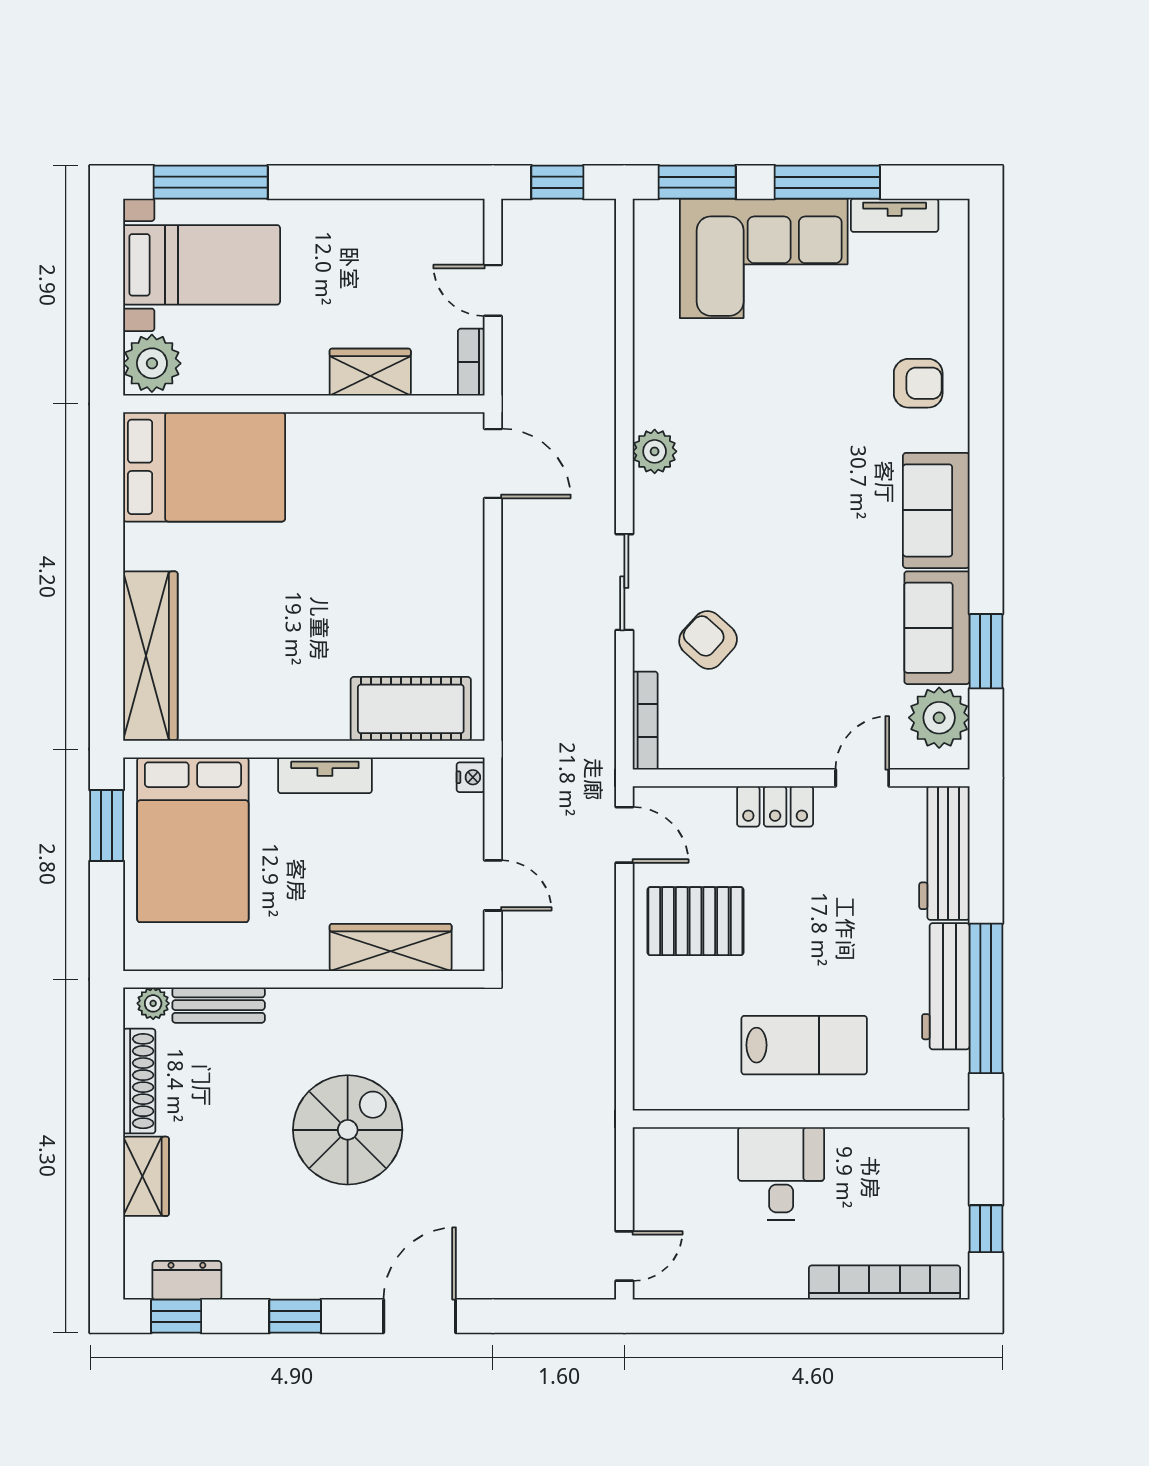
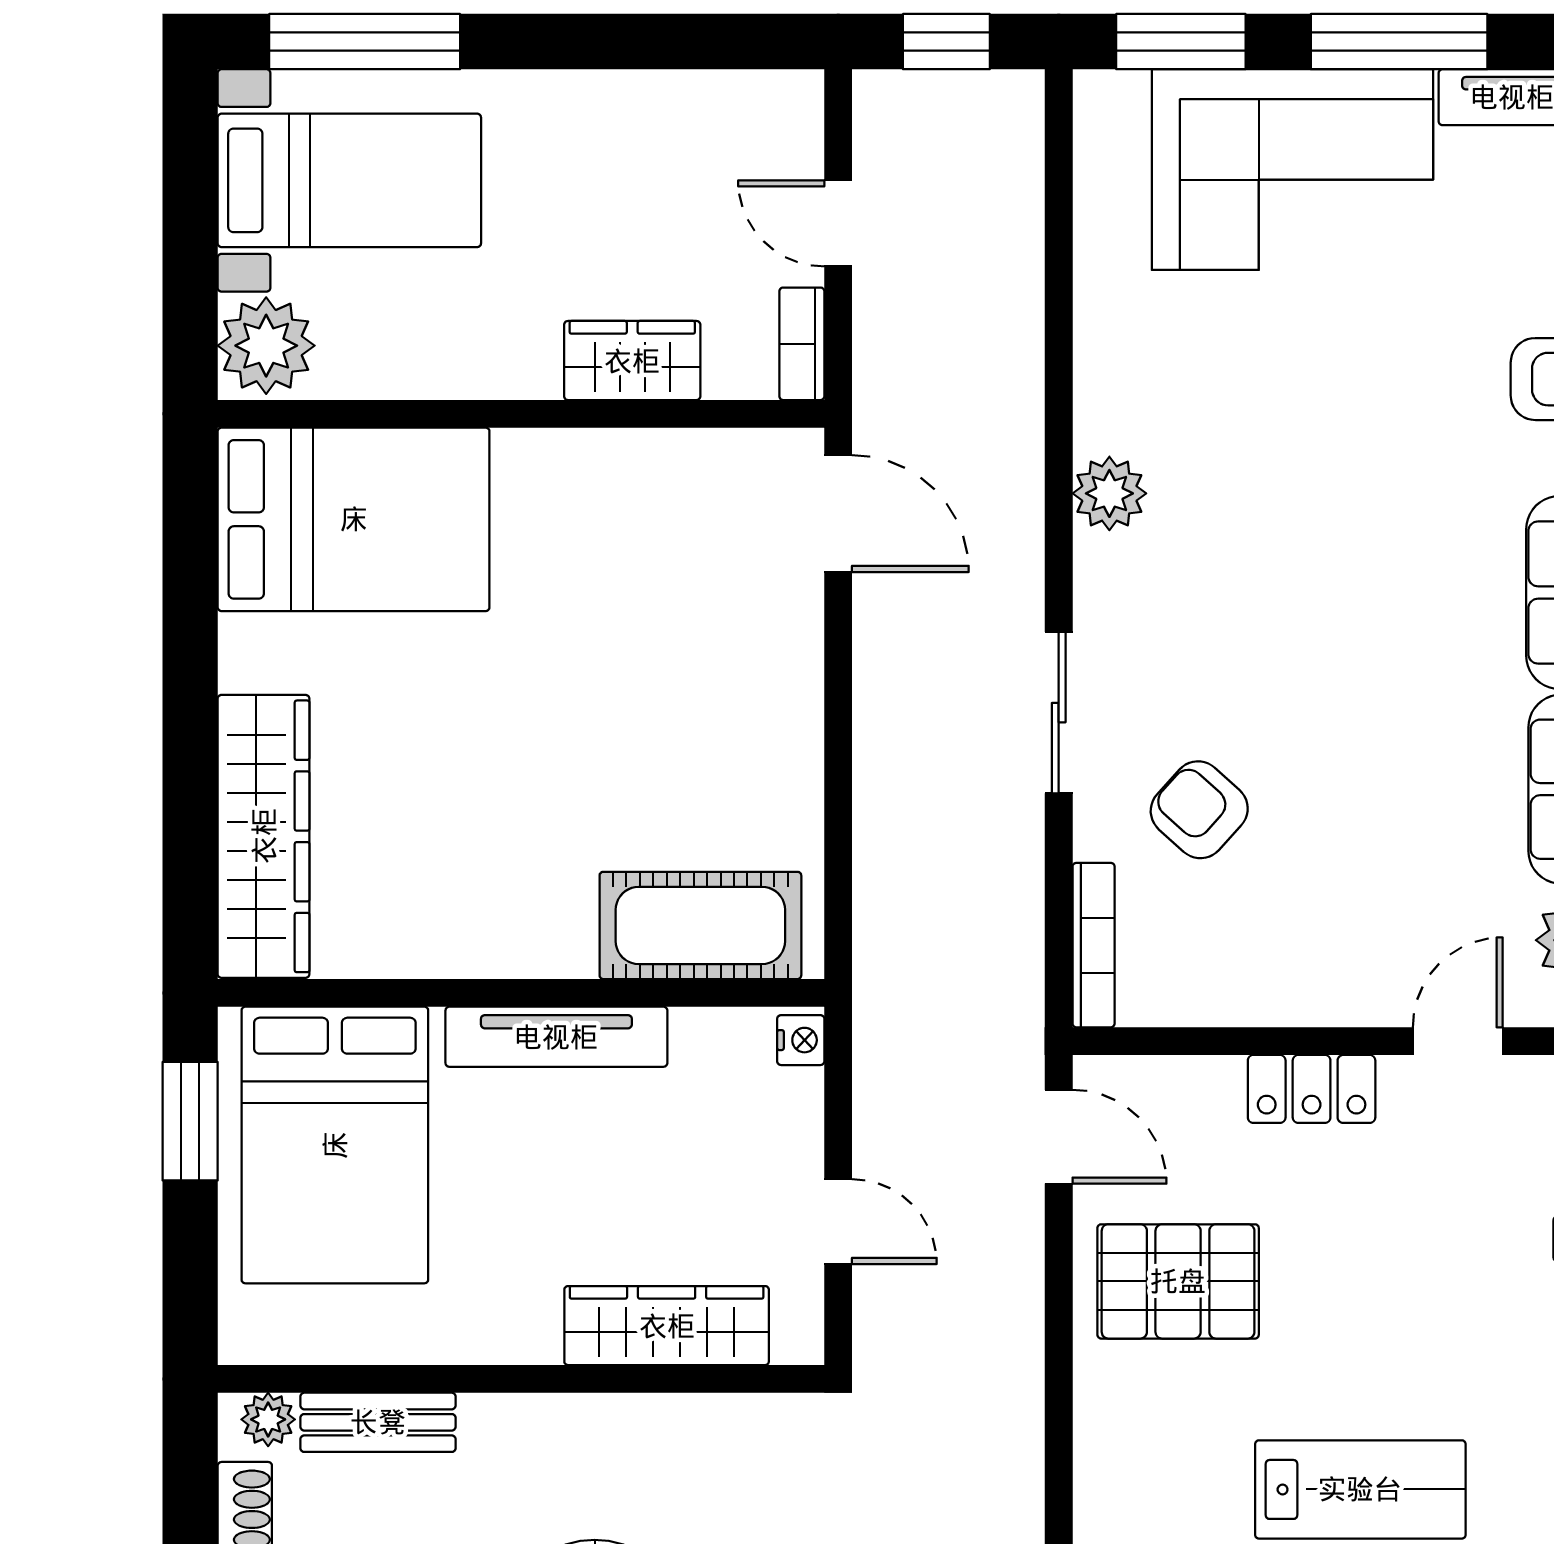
tv unit: (325, 775) -> (556, 1037), width x1.41

